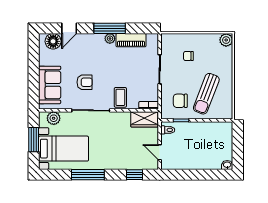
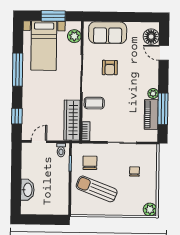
window: (110, 28) -> (163, 109), moved
wardrobe: (144, 119) -> (72, 120), width x1.50
washbasin: (227, 165) -> (27, 190), moved, width x1.91, depth x1.45

